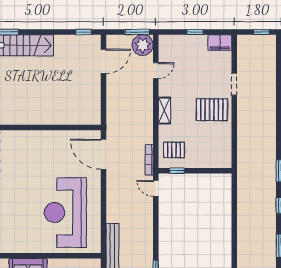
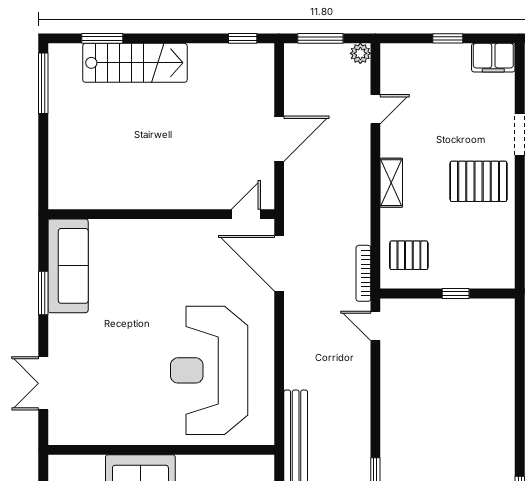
window: (137, 32) -> (320, 38), moved
plant: (143, 45) -> (360, 53), width x0.53, depth x0.53
door: (103, 61) -> (279, 139), moved
door: (85, 128) -> (246, 214), added
window: (177, 171) -> (456, 293), moved

